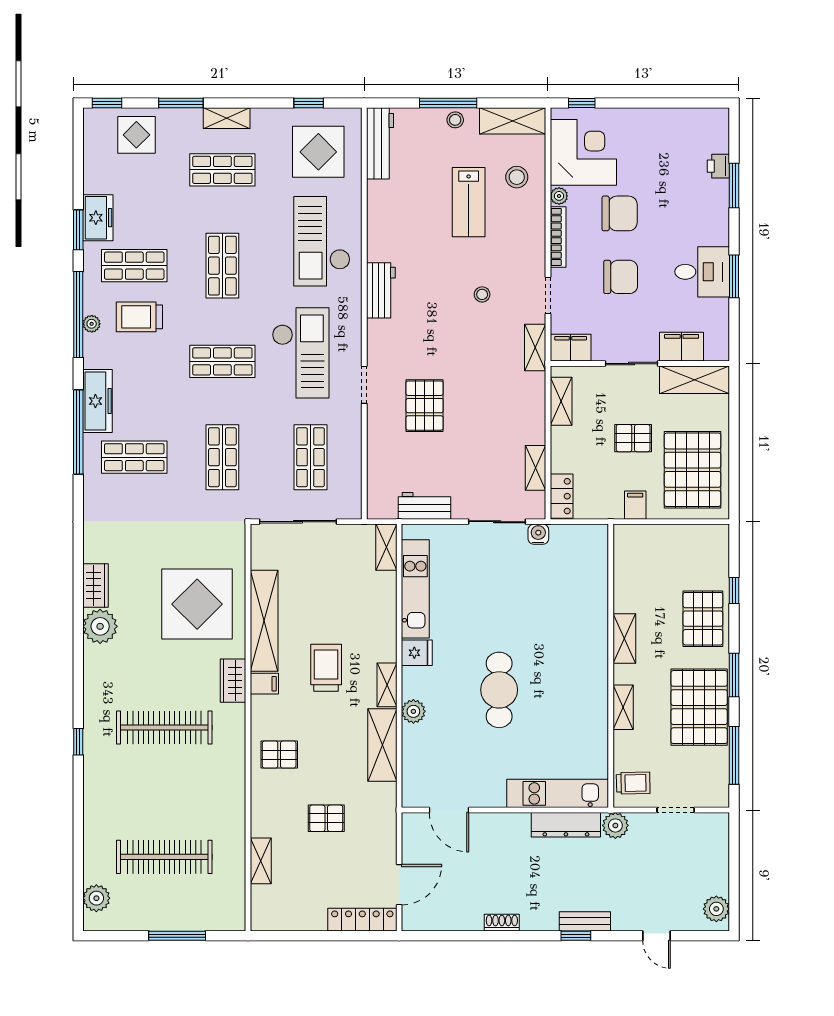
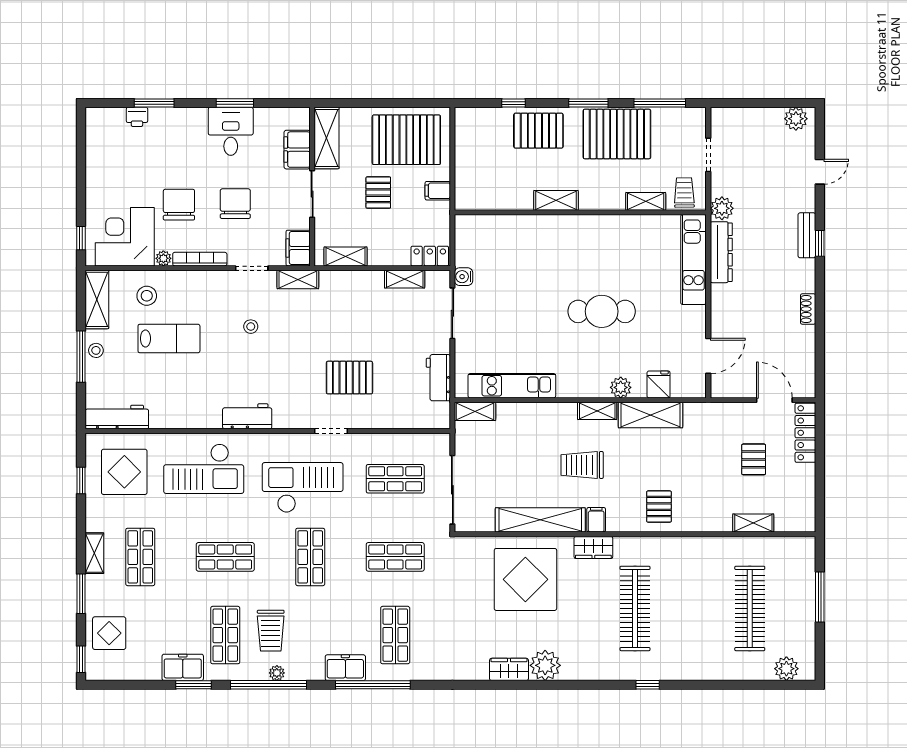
freezer: (98, 401) -> (345, 668), width x0.71
fridge: (417, 653) -> (659, 384), moved
shelving: (623, 707) -> (646, 201), moved
pallet: (326, 818) -> (754, 459), moved

